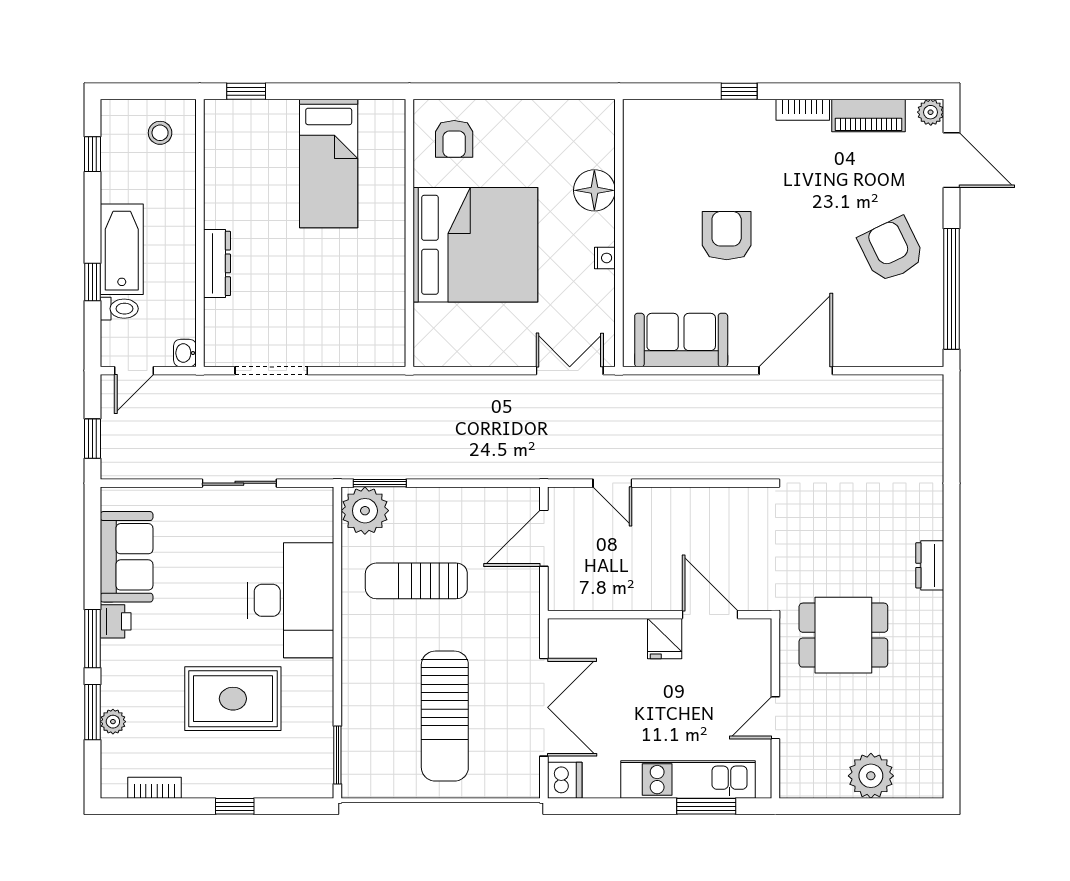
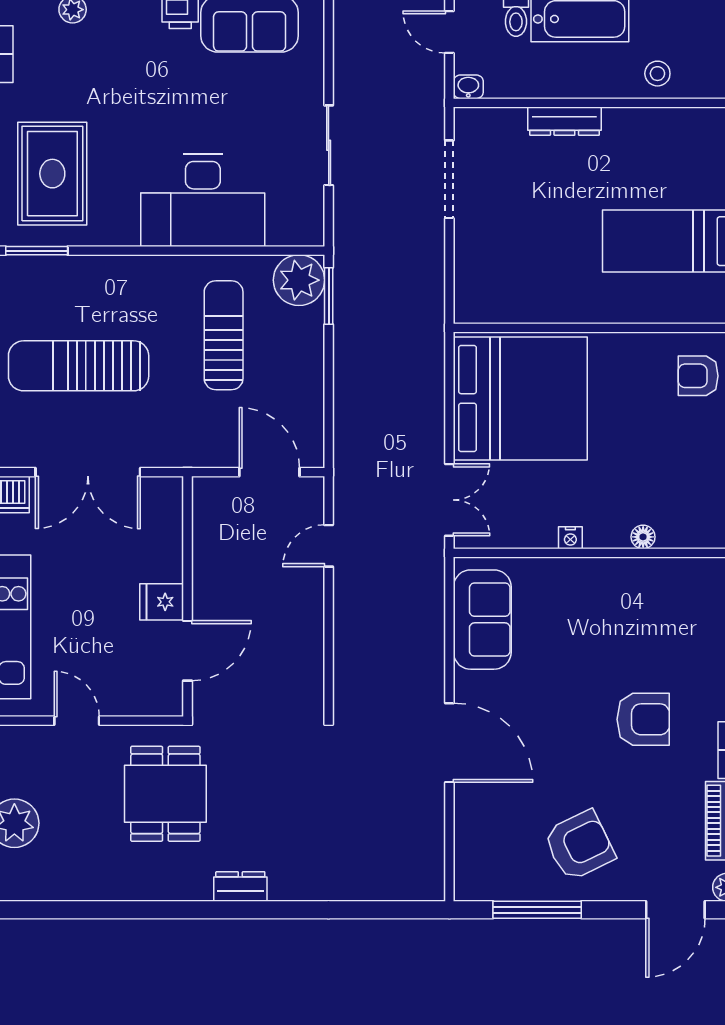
stool: (160, 133) -> (657, 74), moved
floor lamp: (594, 190) -> (643, 537), width x0.53, depth x0.53
armchair: (727, 236) -> (643, 719), moved
bed: (475, 245) -> (520, 398), moved, turned -90
window: (951, 289) -> (537, 910), width x0.68
rug: (233, 699) -> (52, 174), moved

